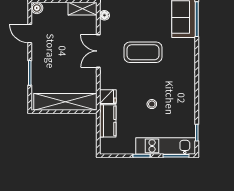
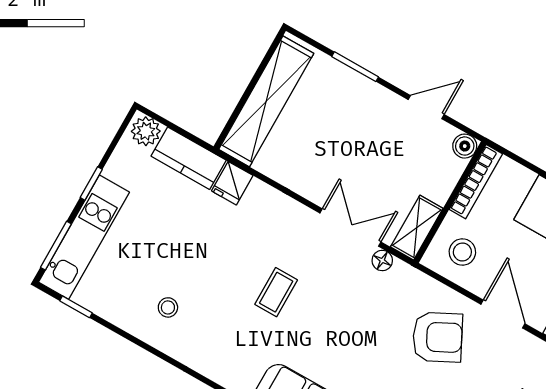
double door: (98, 51) -> (350, 227), moved
coffee table: (143, 52) -> (276, 292), width x0.54, depth x0.58
stool: (152, 104) -> (168, 307), moved
plant: (107, 145) -> (146, 131), added

